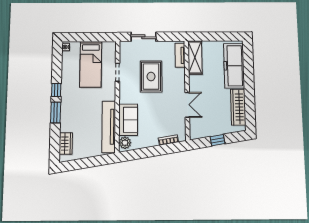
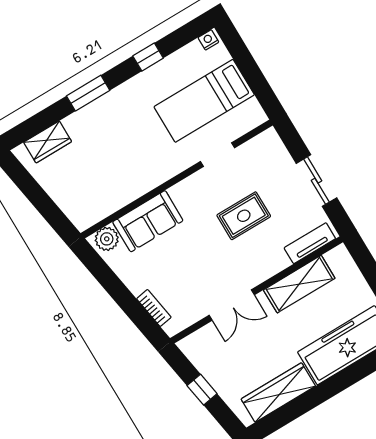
sliding door: (143, 37) -> (317, 181), moved
shelving: (195, 58) -> (299, 284), moved
rug: (151, 77) -> (244, 216), width x0.73, depth x0.70
window: (56, 90) -> (148, 57), moved
tv unit: (109, 127) -> (117, 196), removed

